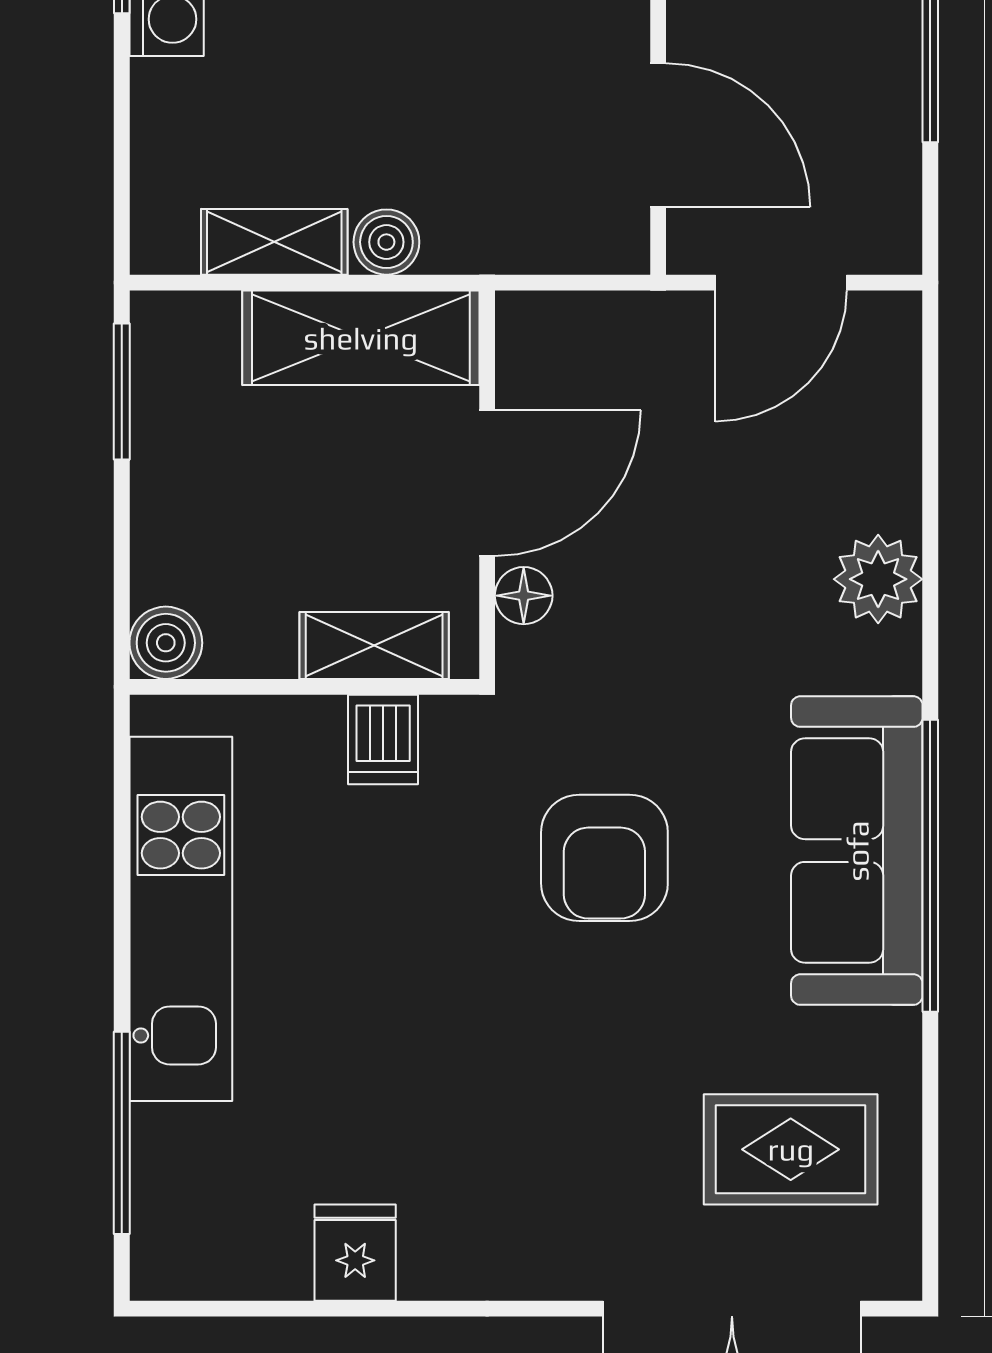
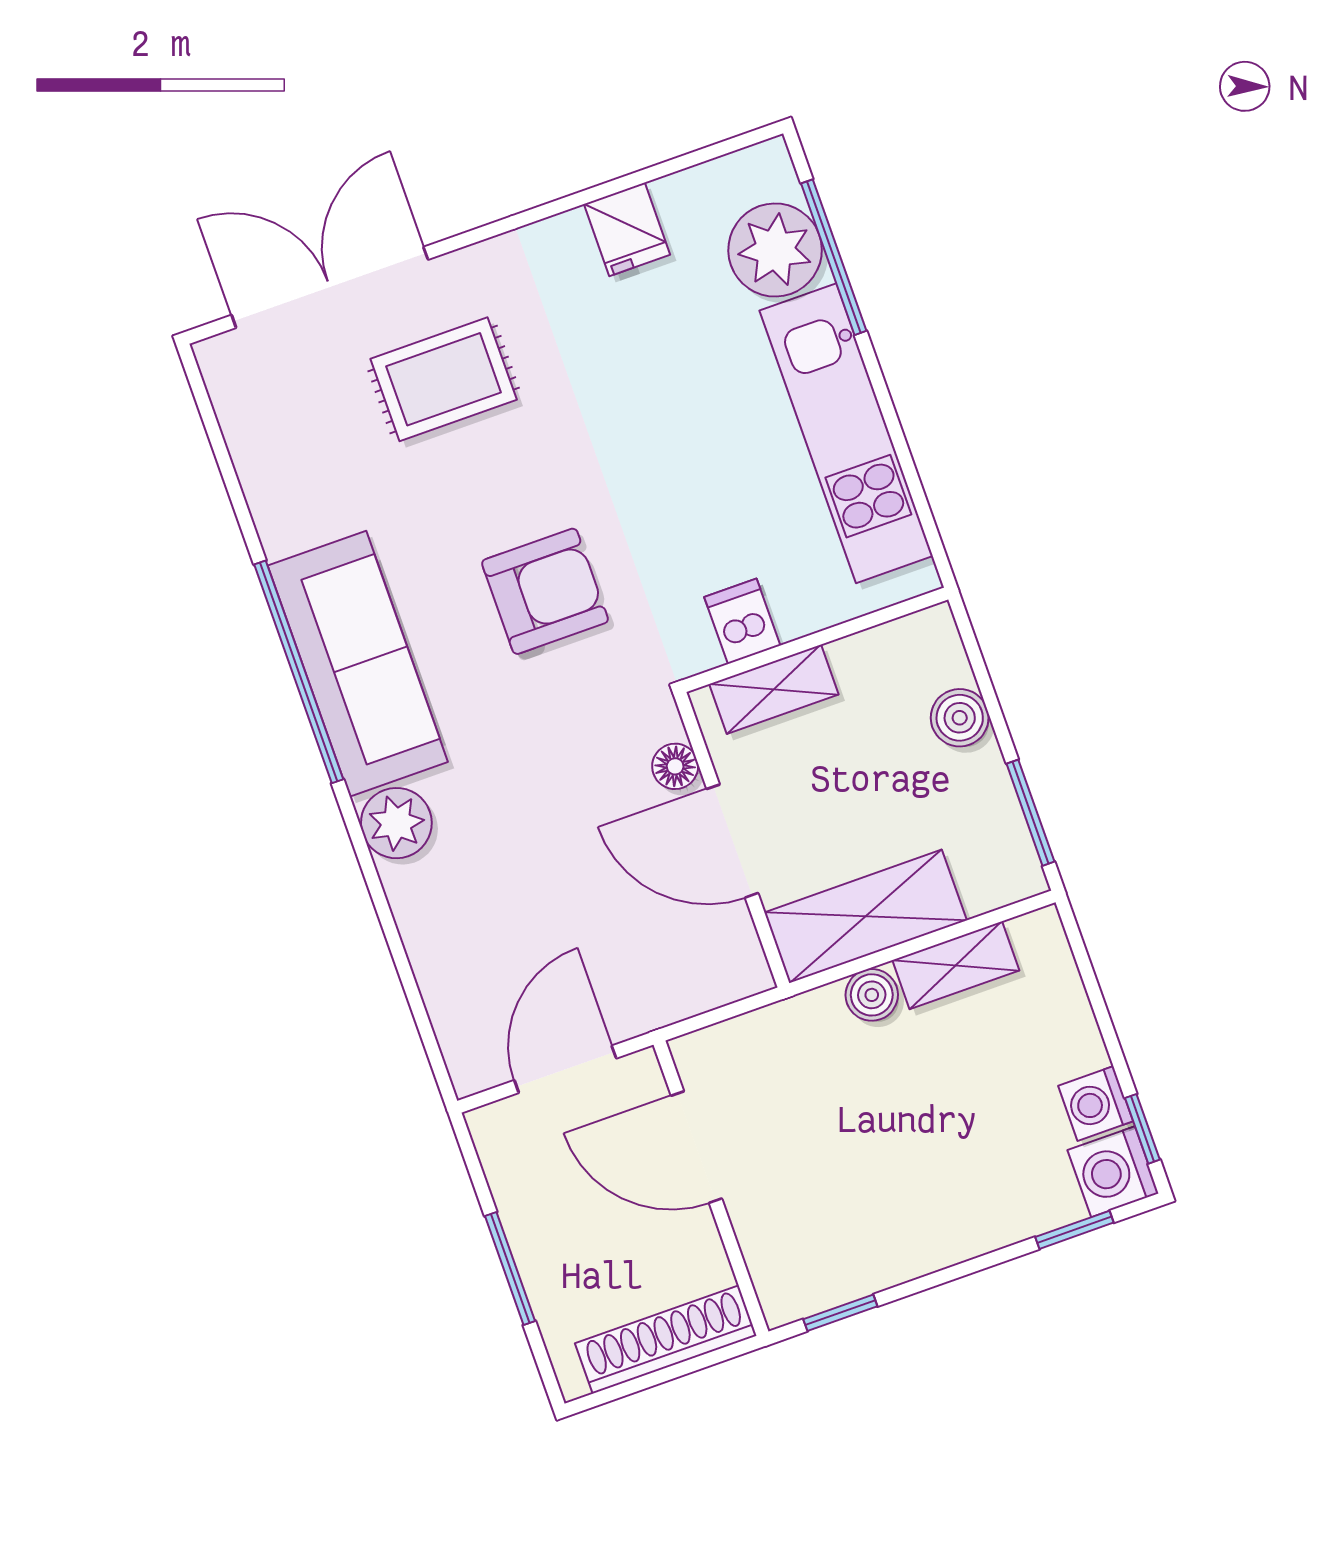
door: (487, 483) -> (732, 841), hinge flipped
plant: (878, 579) -> (396, 823), moved
boiler: (166, 643) -> (960, 718), moved
armchair: (604, 858) -> (545, 591), turned 90
rug: (791, 1149) -> (444, 379), moved
plant: (188, 1166) -> (775, 250), added

